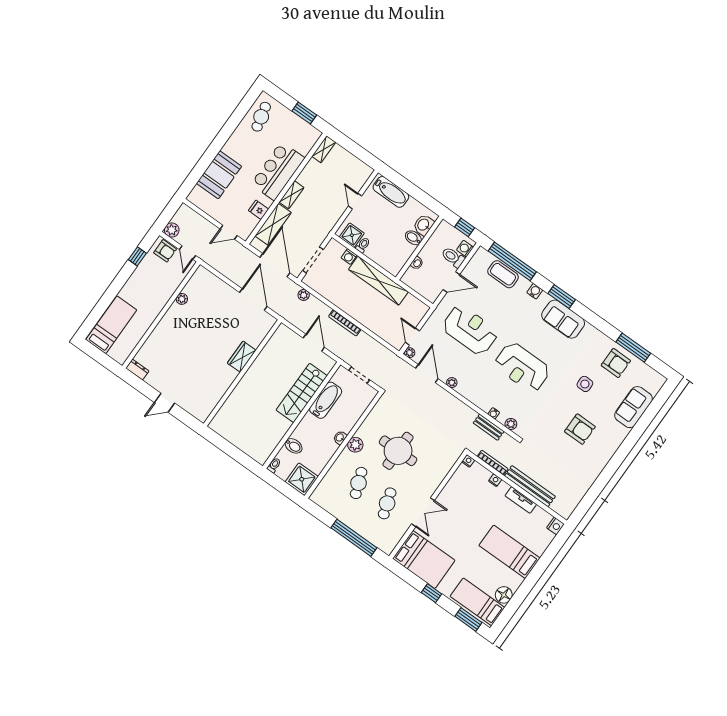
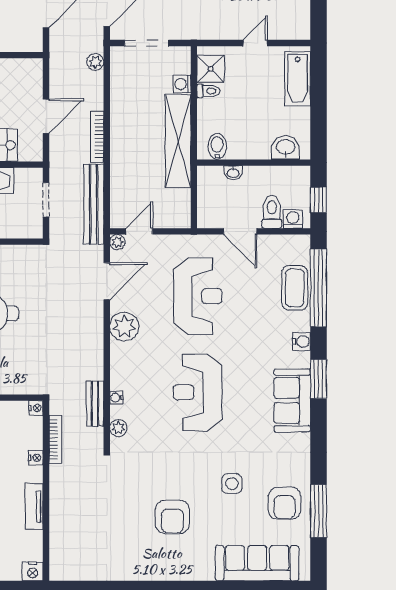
bidet: (413, 238) -> (217, 146), moved
plant: (452, 383) -> (124, 327), width x1.87, depth x1.87
sofa: (634, 407) -> (257, 563), width x1.36
bench: (530, 486) -> (94, 204), moved

